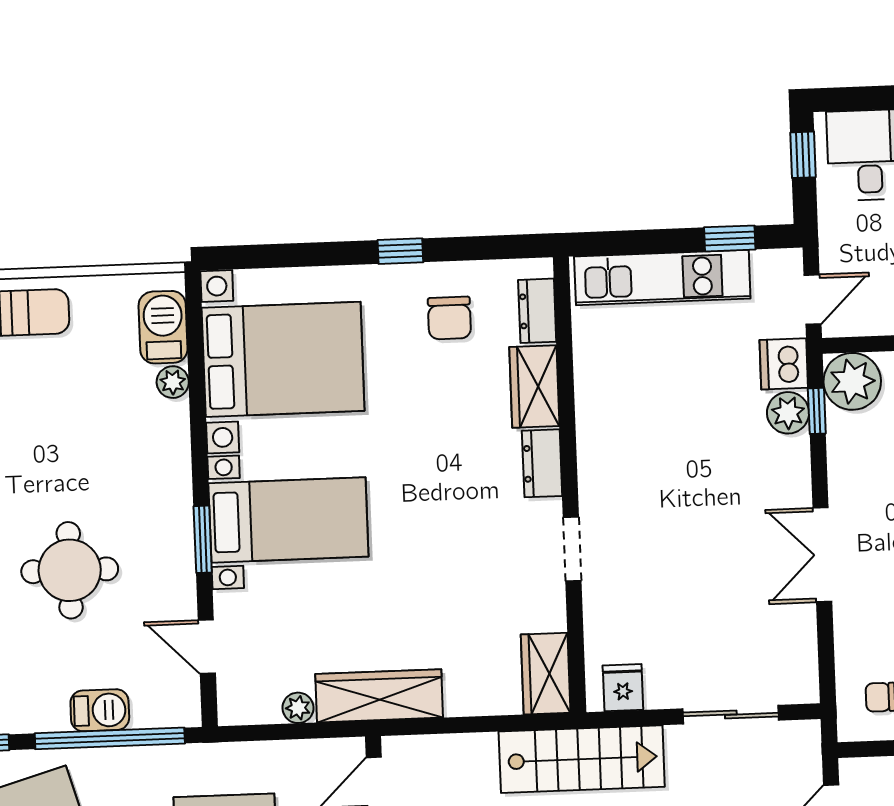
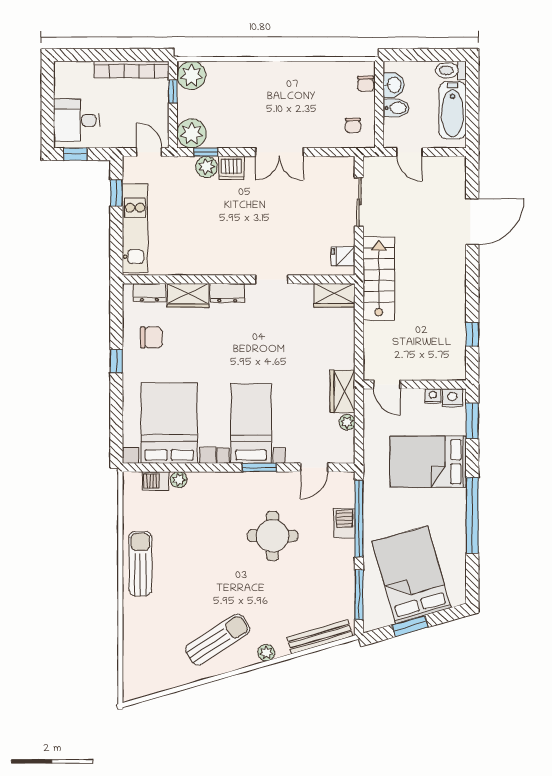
barbecue: (163, 327) -> (156, 481), width x0.73, depth x0.79
dishwasher: (784, 364) -> (231, 168), moved
wardrobe: (379, 696) -> (343, 391), width x0.67

